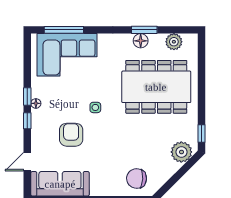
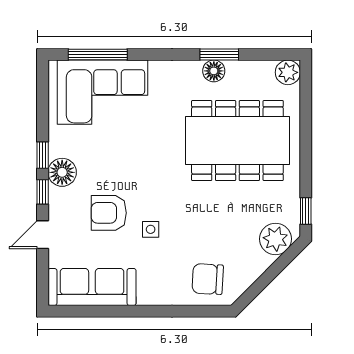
plant: (174, 42) -> (288, 72), moved
floor lamp: (36, 103) -> (62, 172), width x1.89, depth x1.89
side table: (95, 107) -> (151, 229), moved
armchair: (71, 135) -> (109, 213), turned -90
door: (27, 162) -> (43, 235), moved

